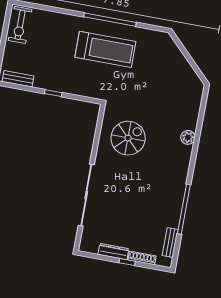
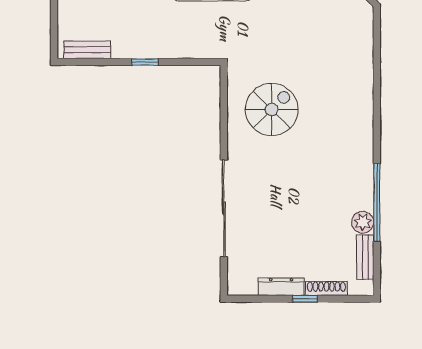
plant: (188, 137) -> (363, 222), moved

